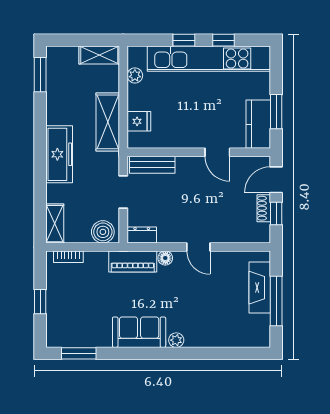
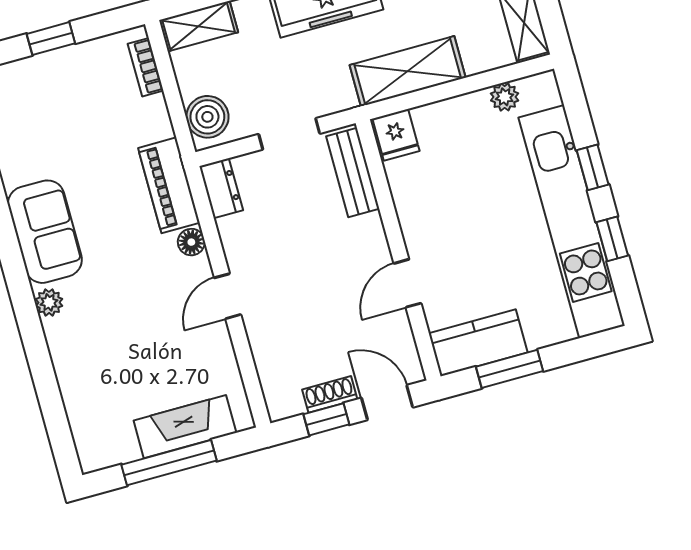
fridge: (139, 121) -> (396, 135), moved

